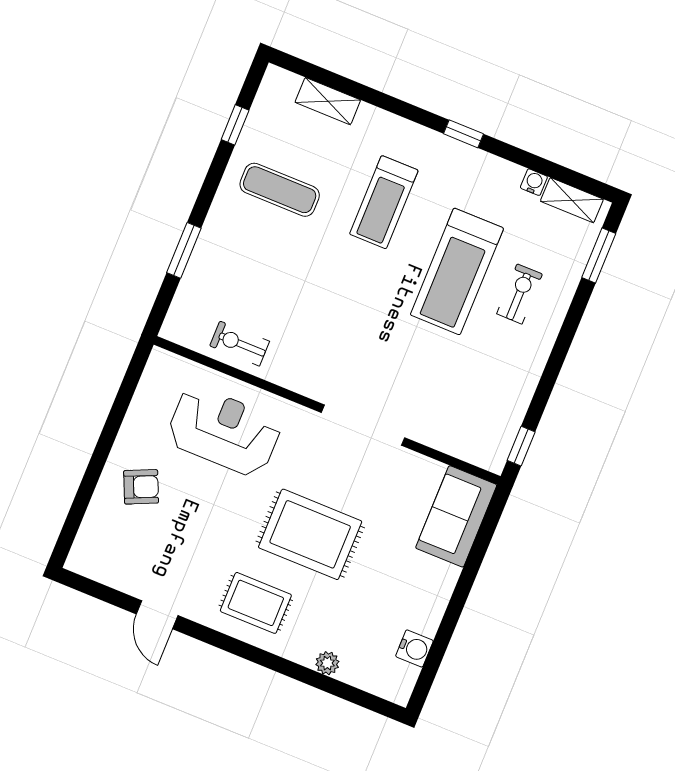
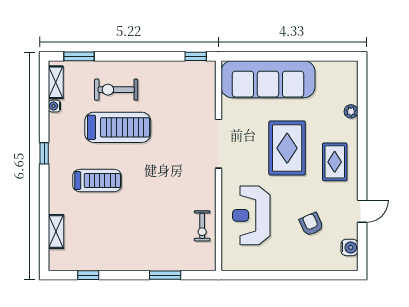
exercise mat: (280, 190) -> (113, 238), removed
exercise bike: (520, 294) -> (116, 90), width x1.38, depth x1.39
armchair: (141, 487) -> (311, 224), moved
sofa: (456, 516) -> (268, 79), width x1.85, depth x1.27
water cooler: (414, 648) -> (349, 247), moved, turned 90

